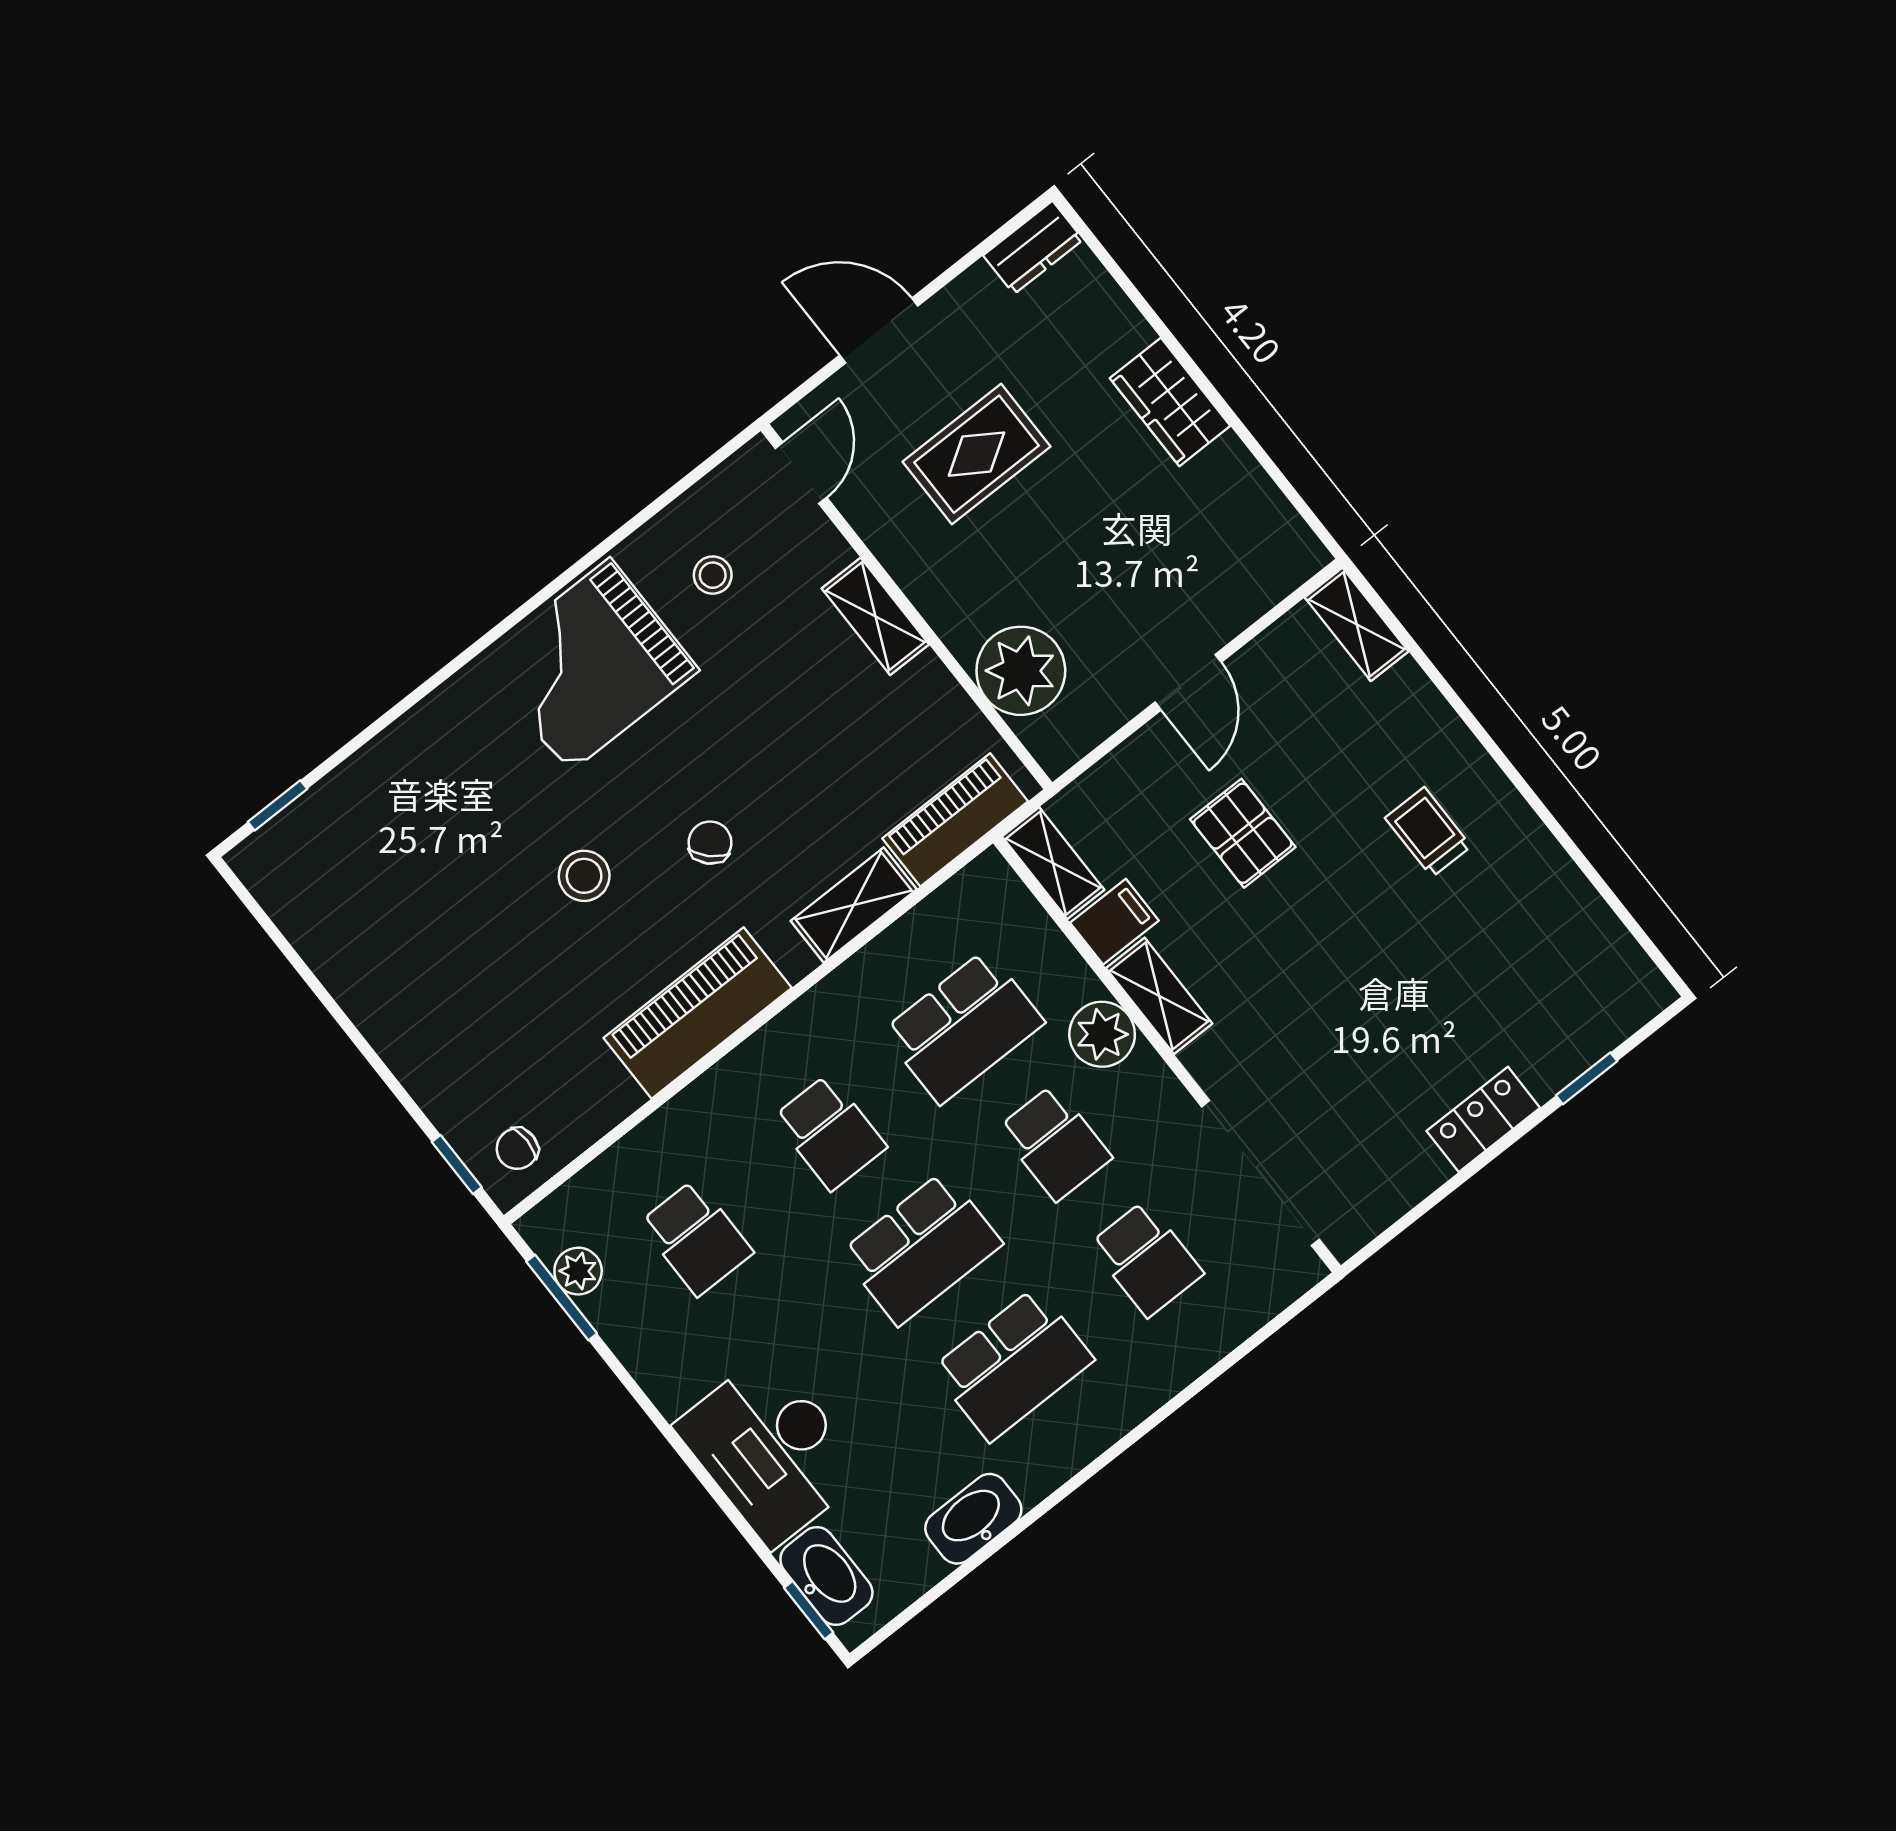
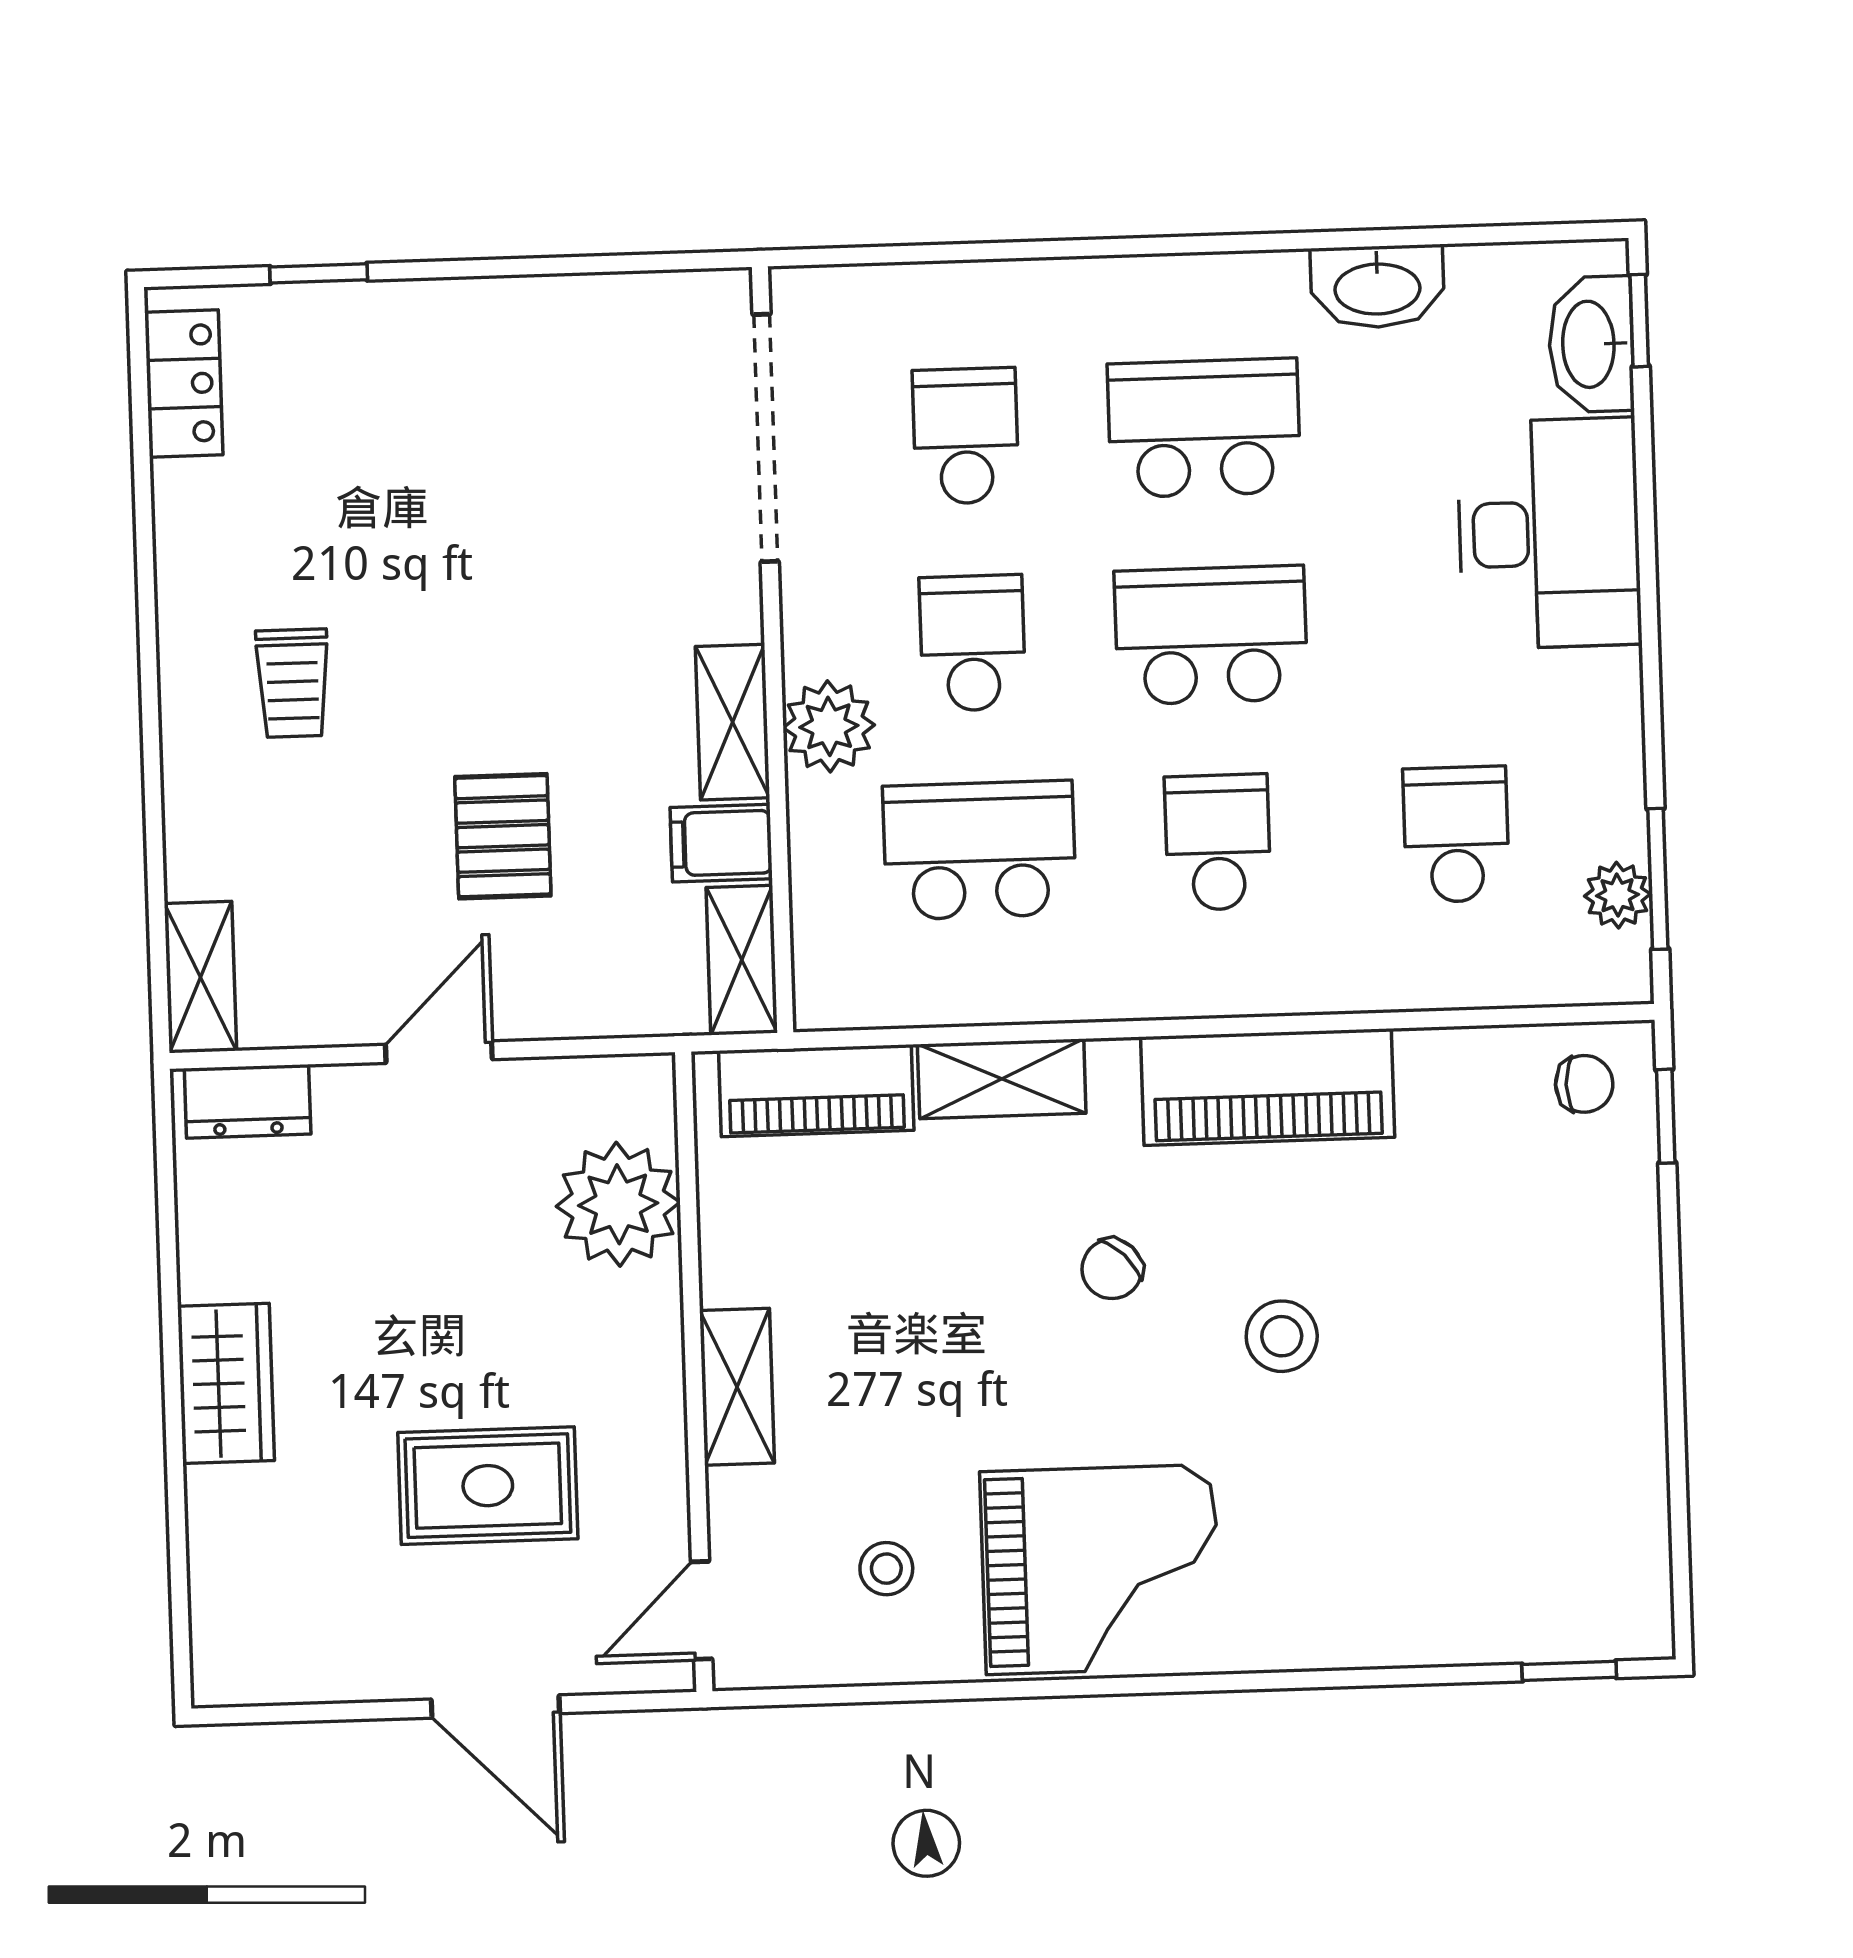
dresser: (1033, 248) -> (248, 1101), moved, turned 180
locker: (1483, 1119) -> (184, 383), moved, turned -90

